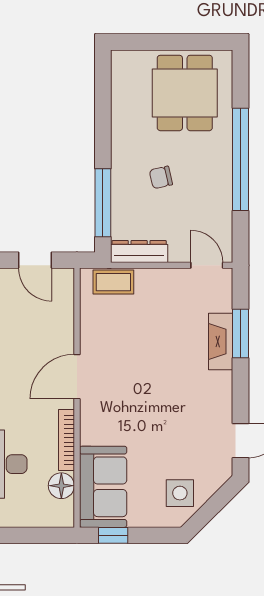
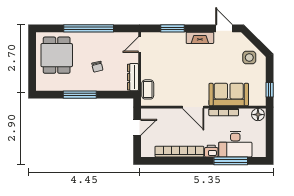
dining table: (185, 93) -> (57, 55), turned 90
window: (103, 203) -> (80, 95), moved
fireplace: (221, 341) -> (200, 38), moved
floor lamp: (61, 486) -> (258, 115), moved
sofa: (103, 487) -> (229, 94), moved

